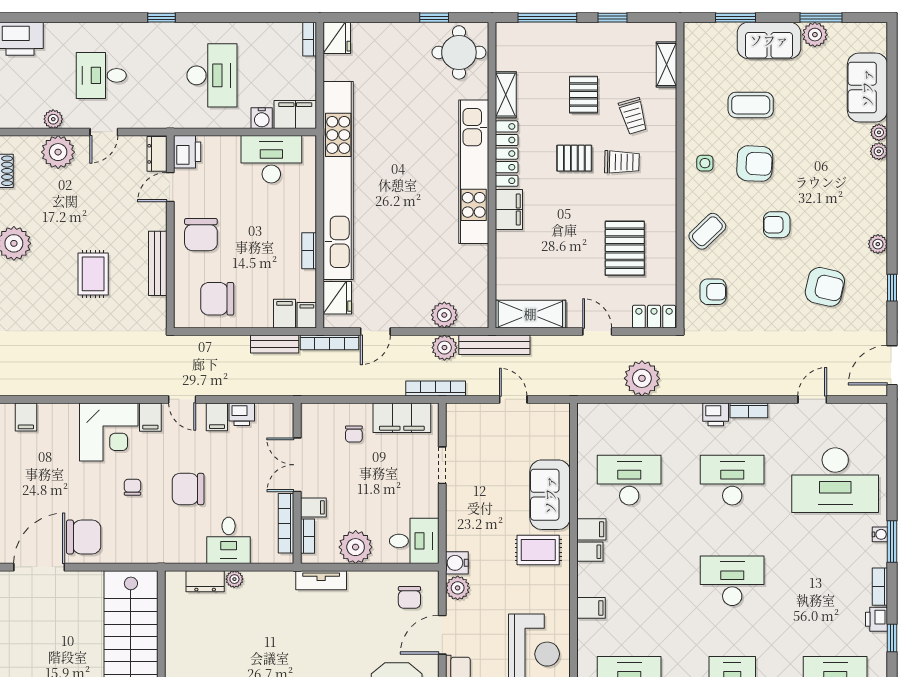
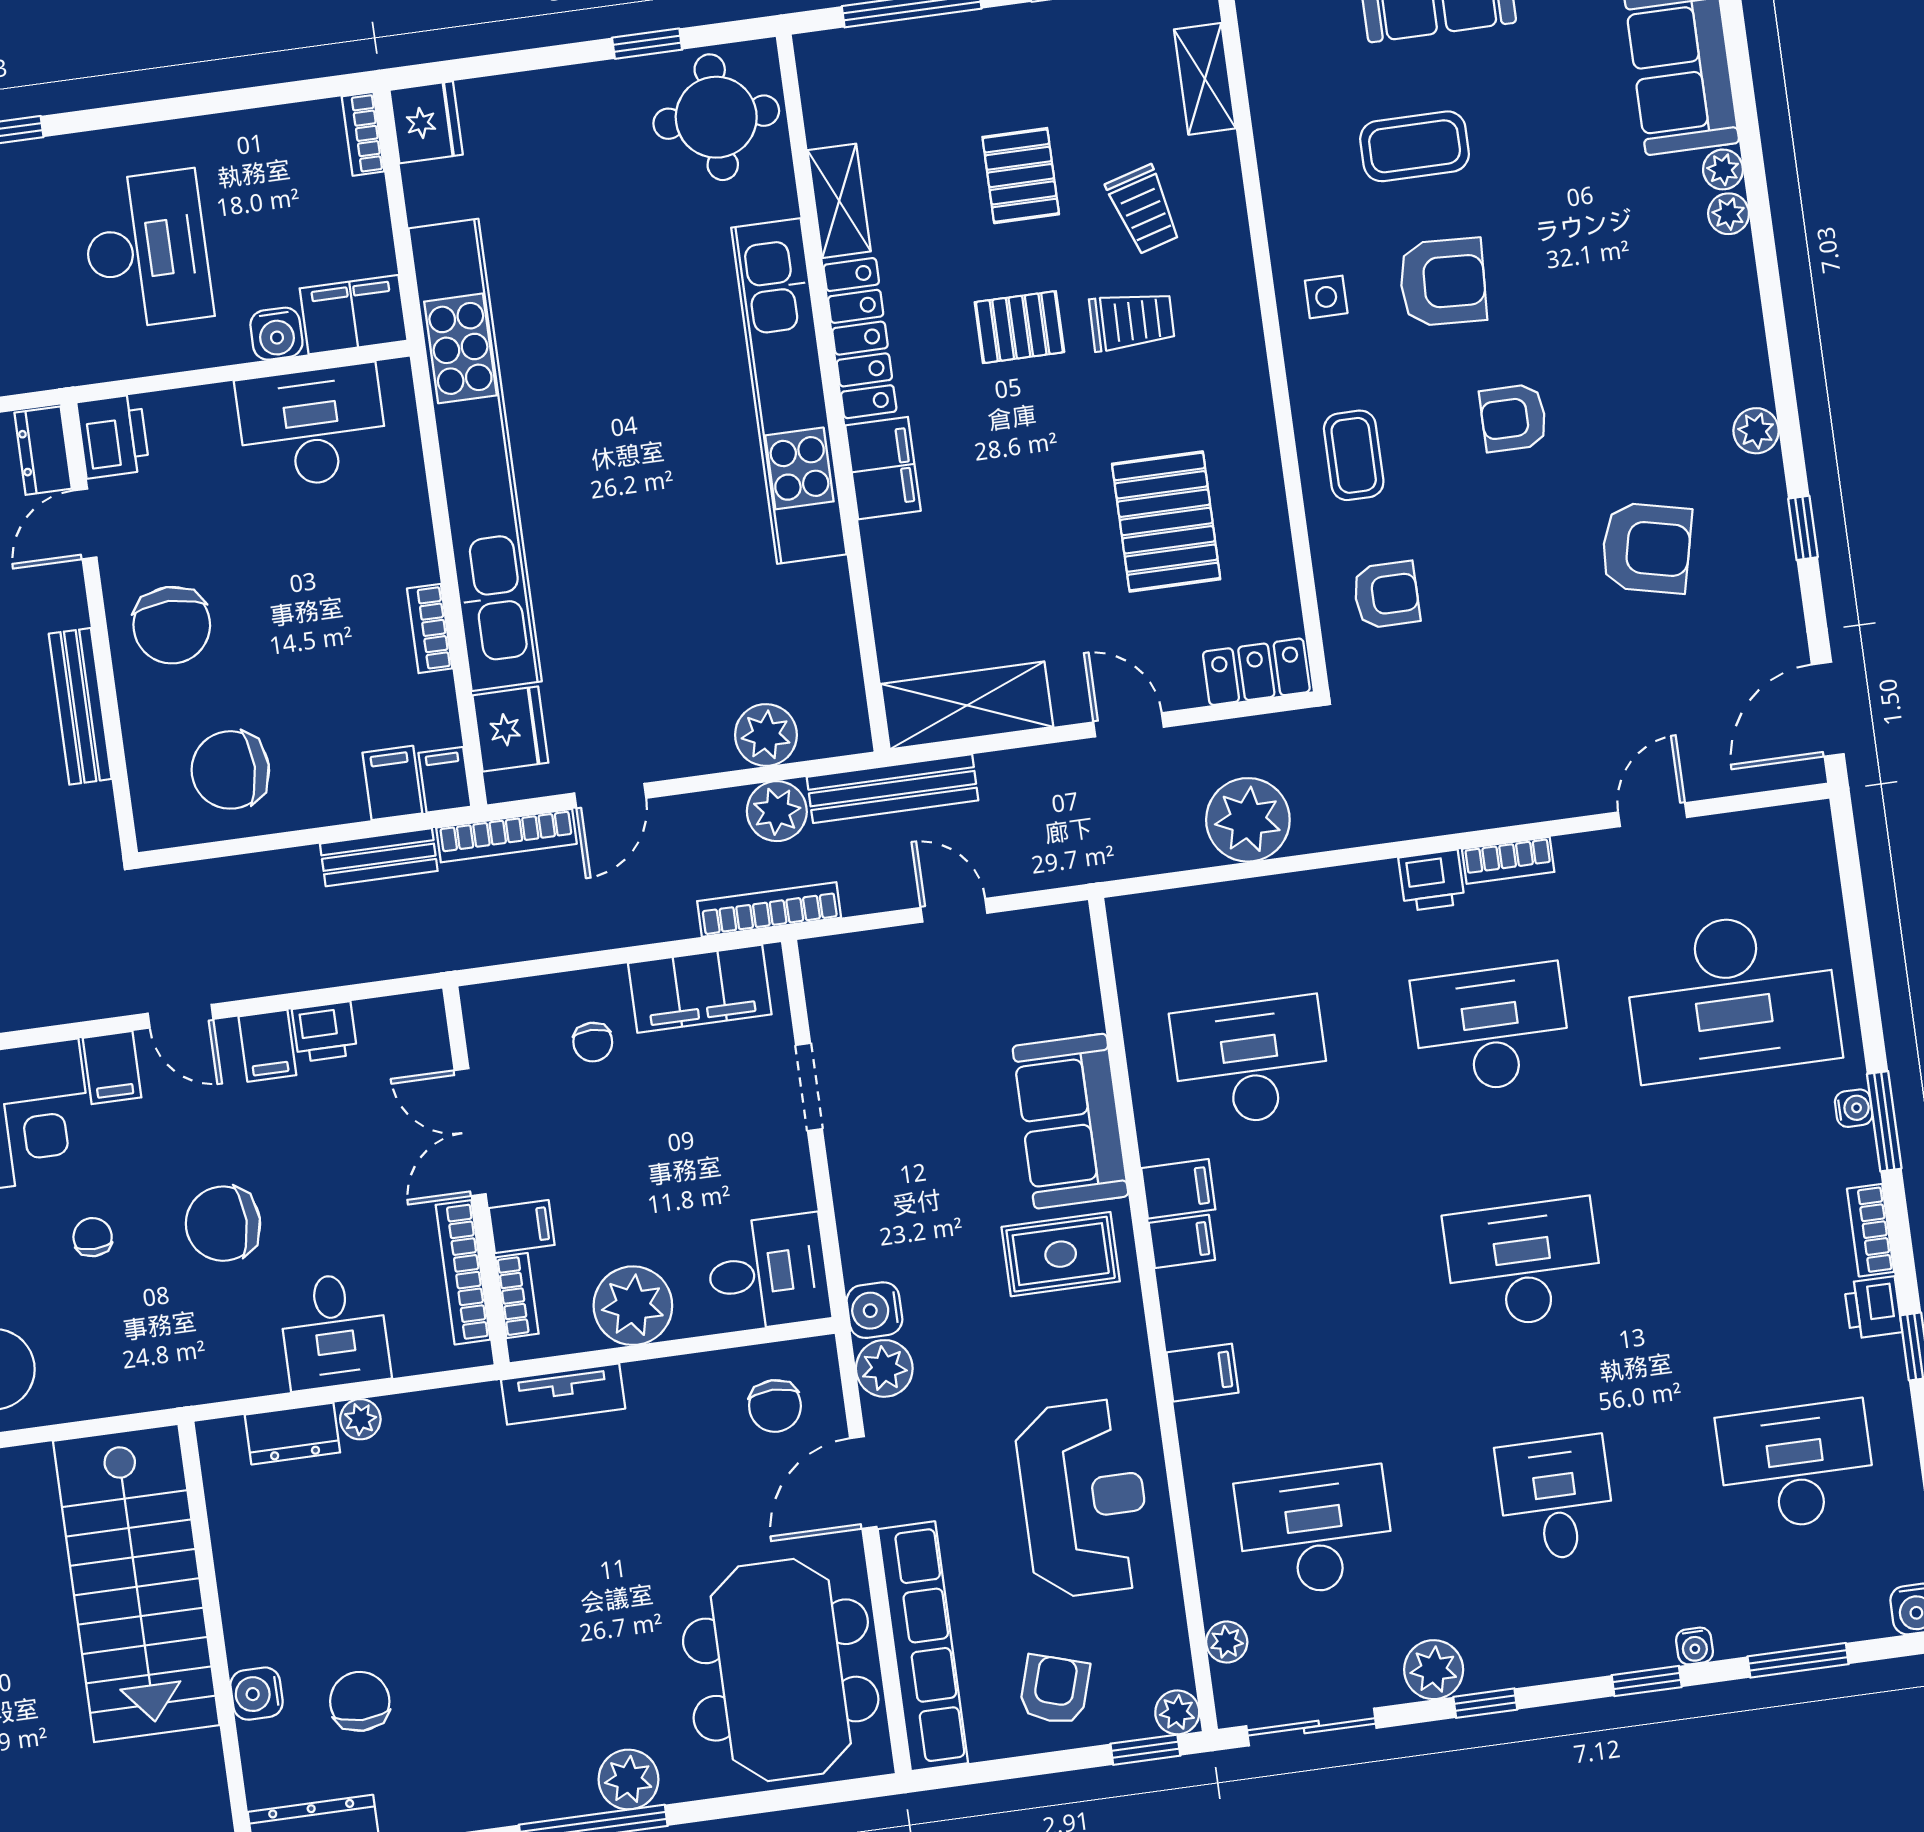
coffee table: (707, 231) -> (1354, 455), turned -46

